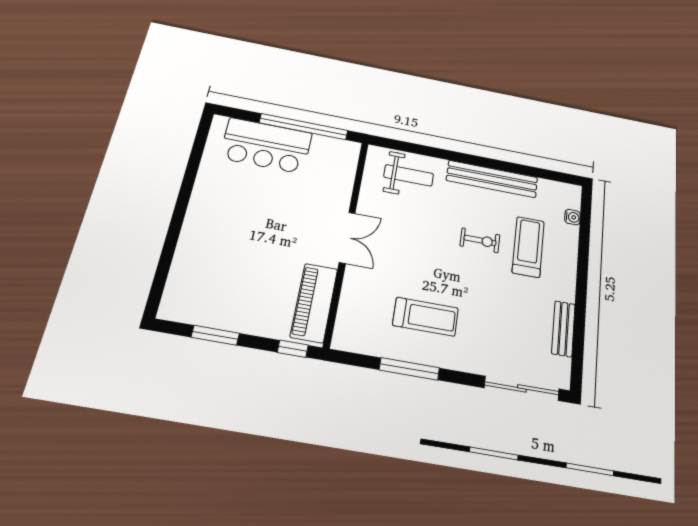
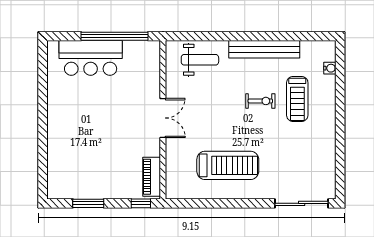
treadmill: (528, 247) -> (297, 99), turned 180
piano: (314, 303) -> (152, 177), width x0.73, depth x0.75
treadmill: (426, 317) -> (228, 165), width x1.37, depth x1.38
bench: (563, 329) -> (328, 156), removed
window: (409, 369) -> (222, 203), removed

